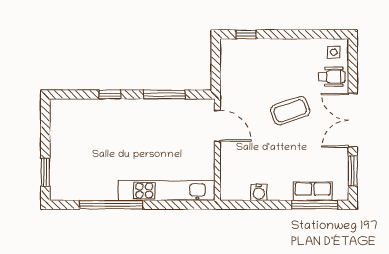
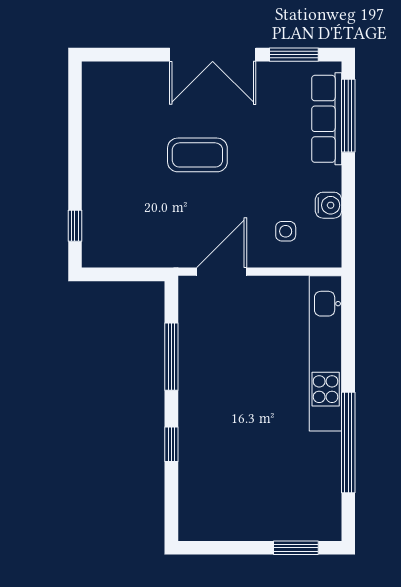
side table: (334, 52) -> (286, 231), moved
wheelchair: (332, 77) -> (143, 88), removed
coffee table: (290, 111) -> (197, 155), turned -71
row of seats: (313, 191) -> (327, 119), width x1.48

